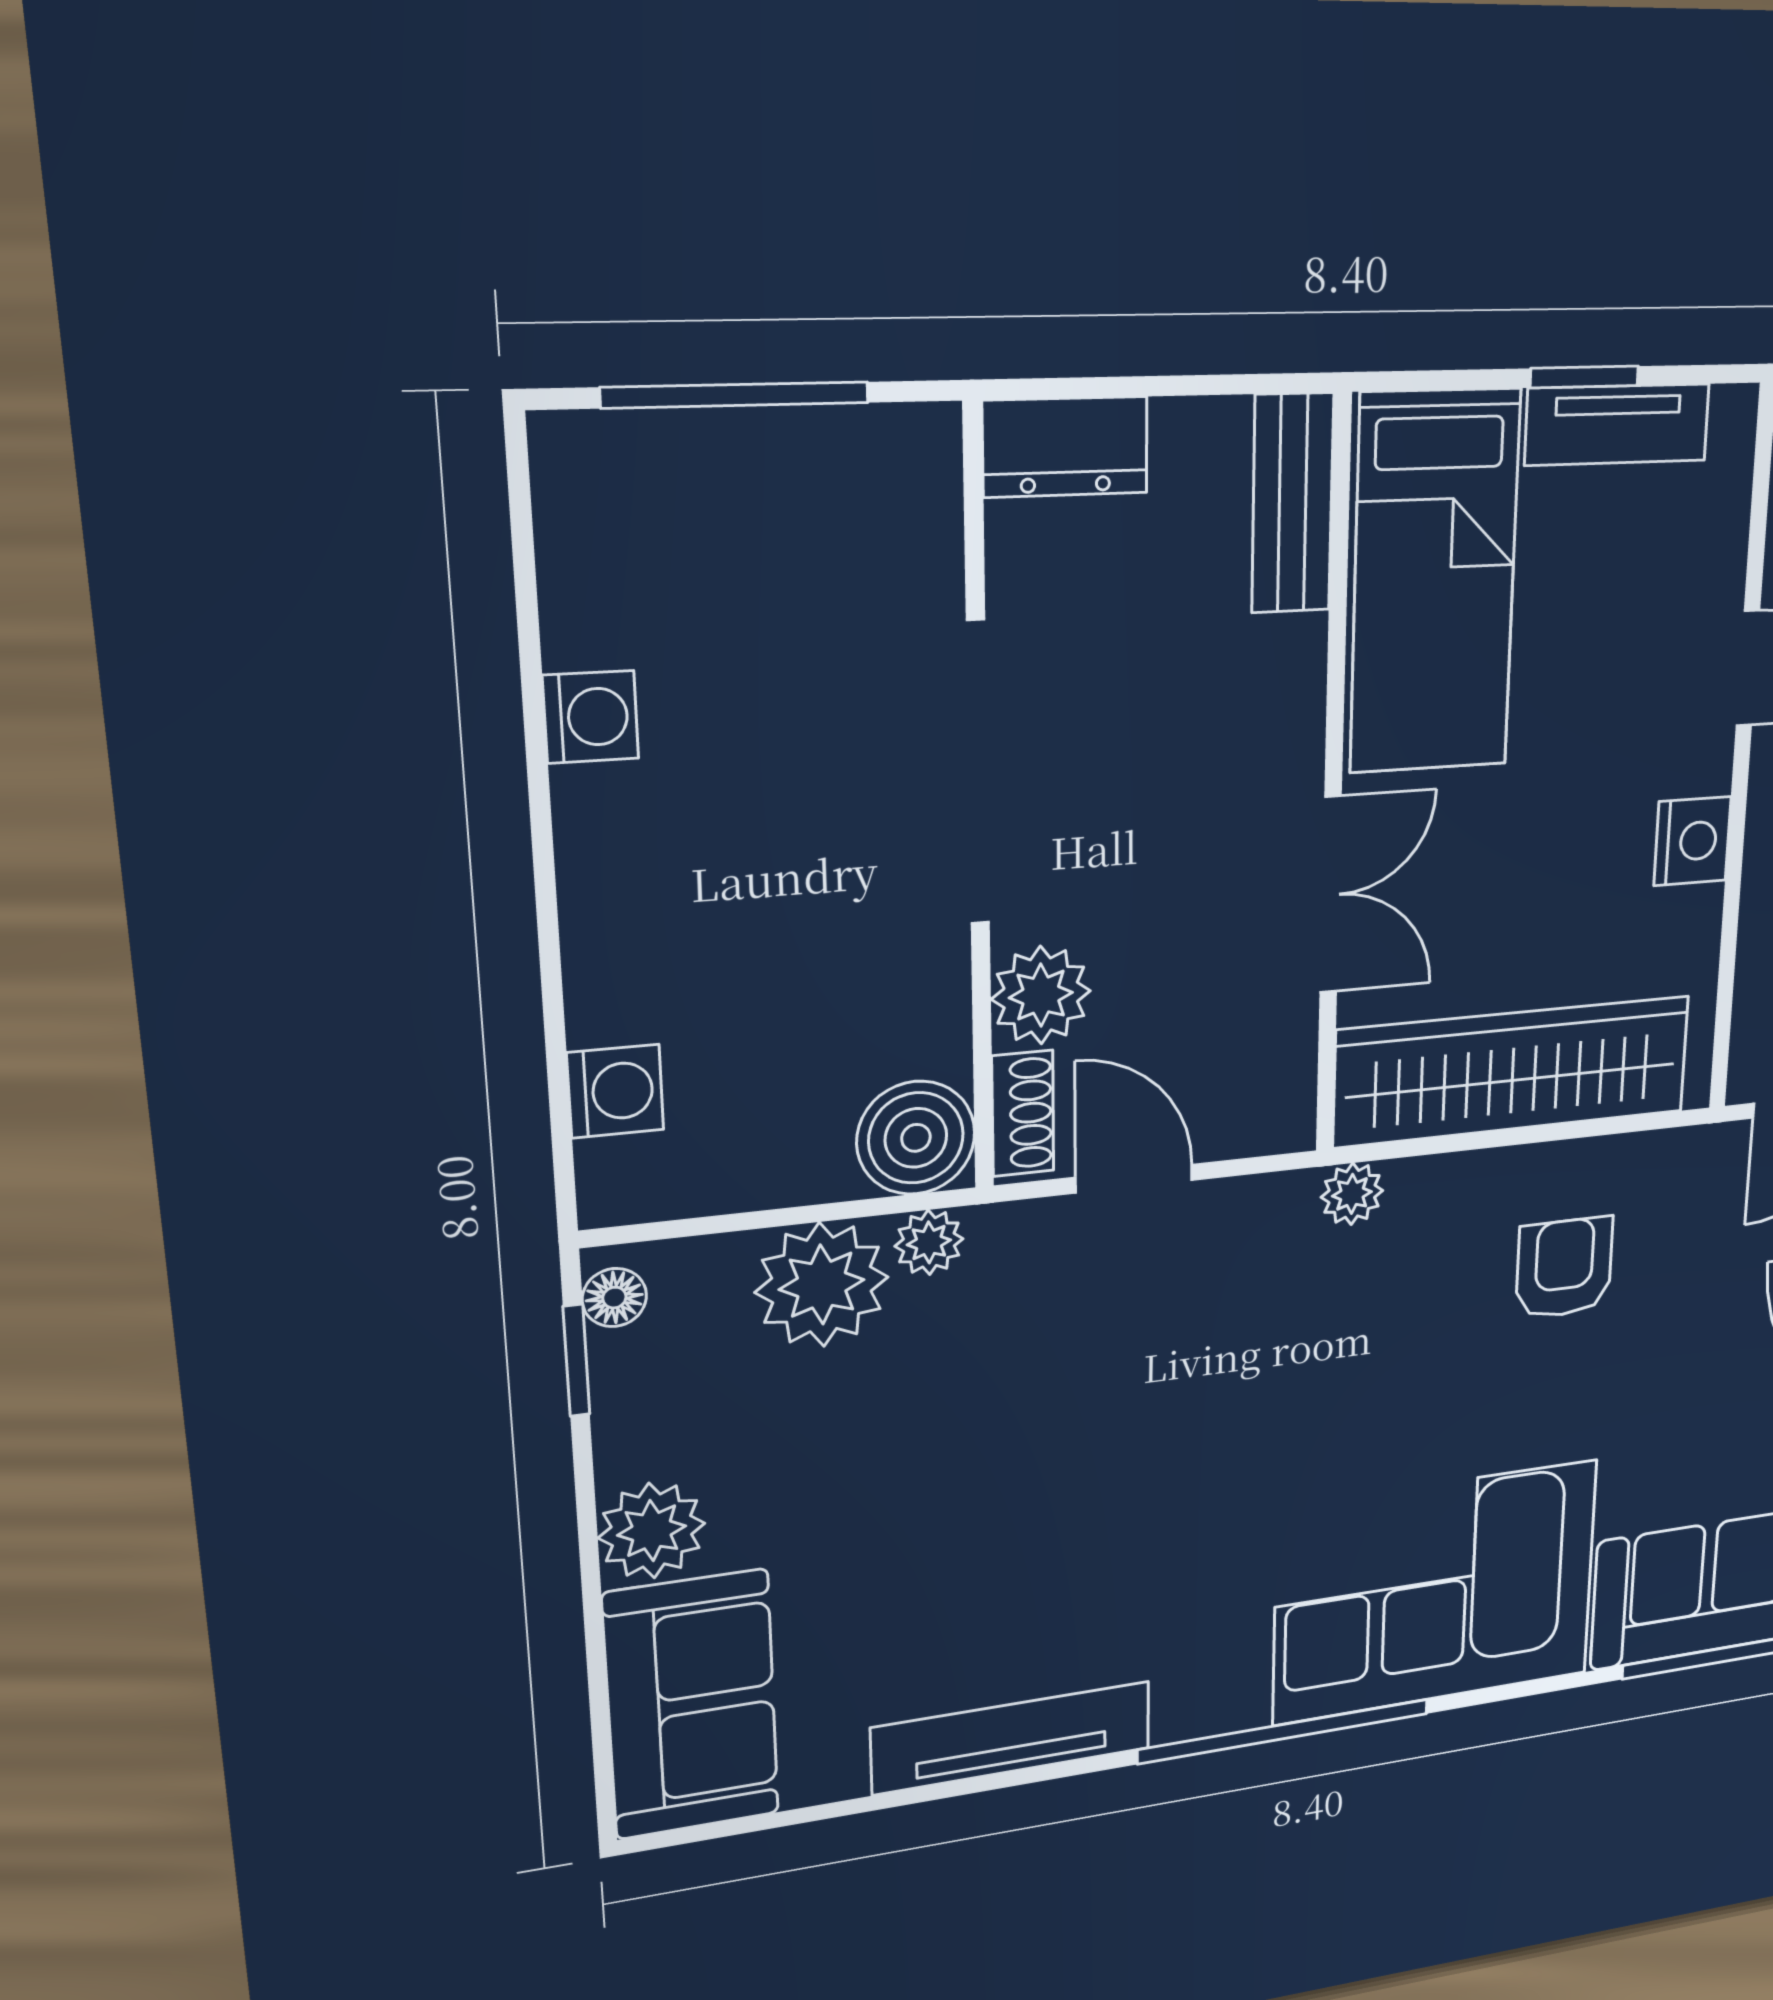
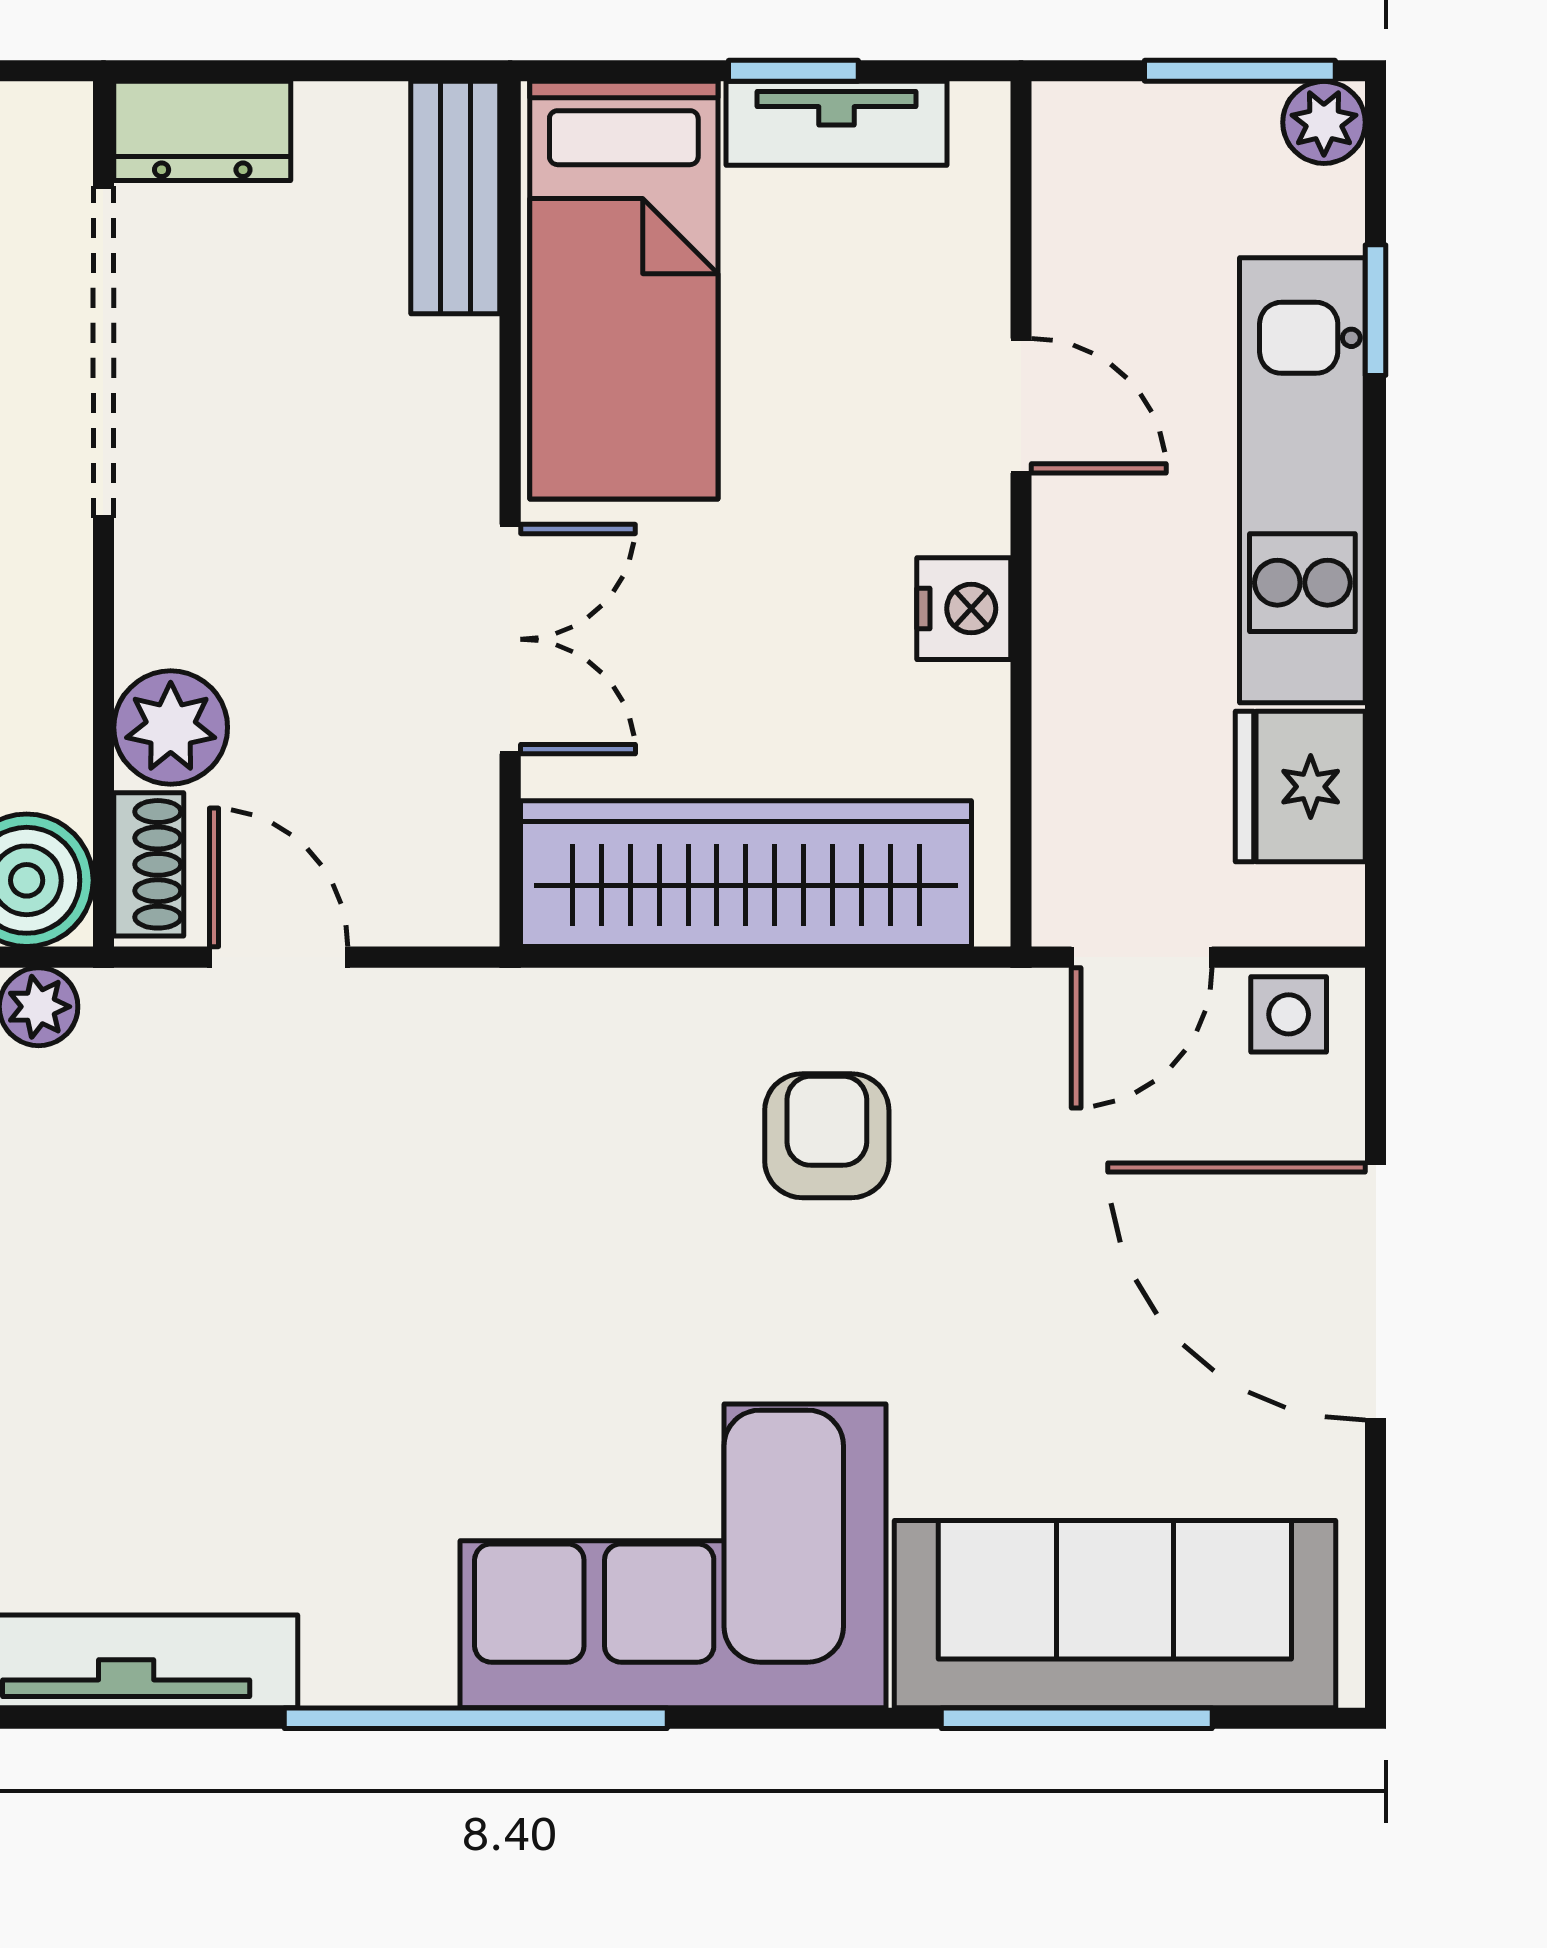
doorway: (978, 774) -> (103, 352), moved
plant: (1352, 1194) -> (546, 1006), removed

